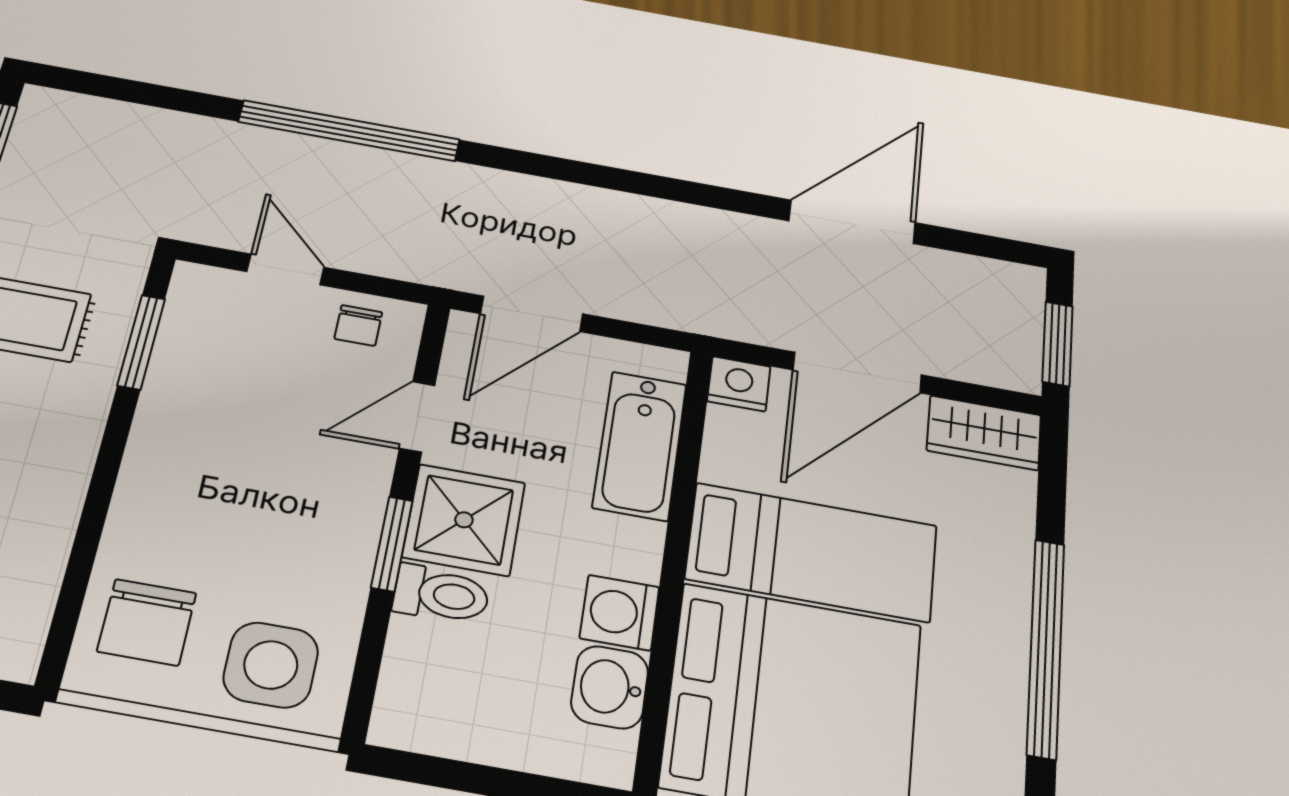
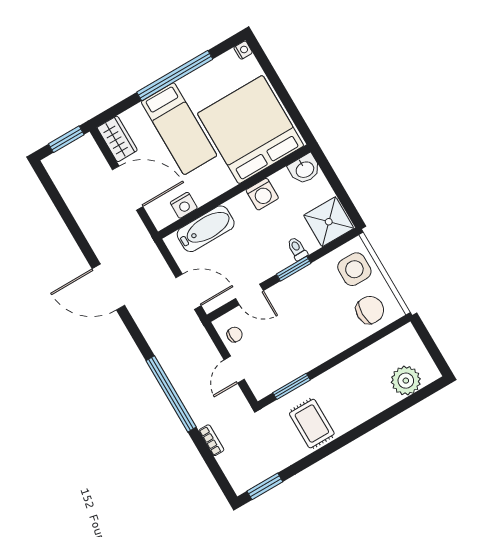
bookcase: (184, 125) -> (211, 440), added
door: (852, 222) -> (108, 287), moved
nightstand: (739, 384) -> (184, 205), moved, turned -90
shower: (464, 520) -> (329, 222), moved
bed: (812, 552) -> (179, 129), moved, turned 180
toilet: (441, 594) -> (297, 249), width x0.73, depth x0.72
washbasin: (610, 687) -> (305, 169), moved

